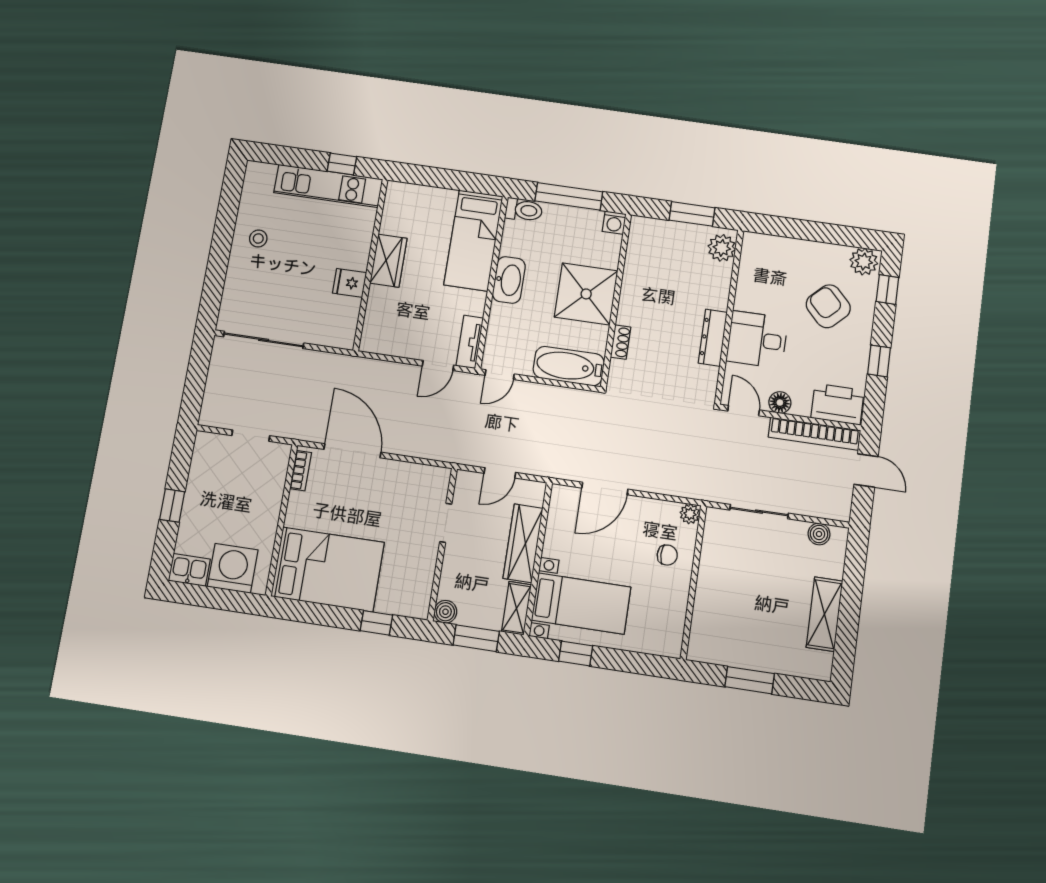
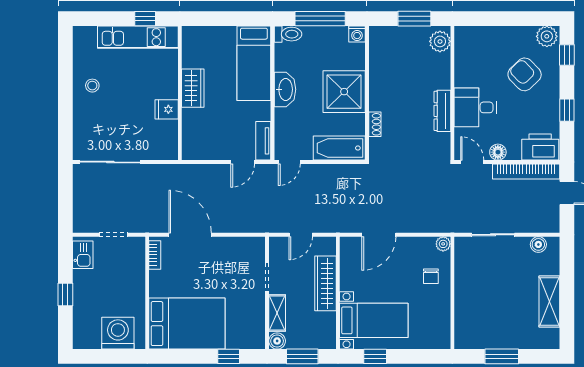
chair: (667, 555) -> (431, 276), turned 90
kitchen sink: (189, 570) -> (83, 255), moved, turned 90
shelving: (516, 608) -> (277, 313), moved

